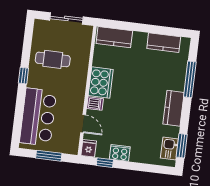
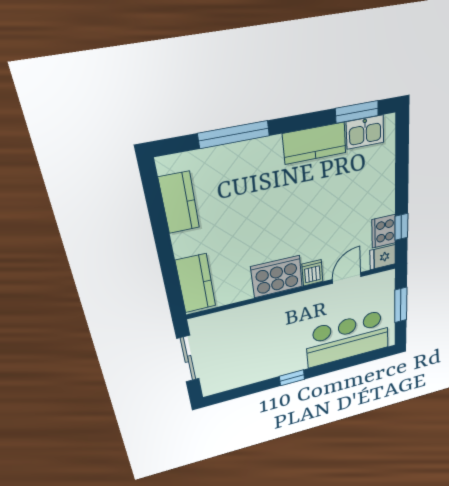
cafe table: (53, 59) -> (258, 352), removed
kitchen counter: (174, 108) -> (315, 143), moved
cooker: (120, 153) -> (384, 231), moved

